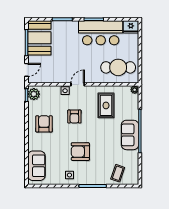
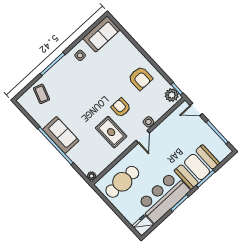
booth: (39, 38) -> (197, 167), moved, turned 90
door: (27, 70) -> (196, 110), hinge flipped
rug: (106, 105) -> (111, 132), moved
armchair: (80, 152) -> (89, 83), removed
sofa: (36, 166) -> (101, 34), moved, turned -90

